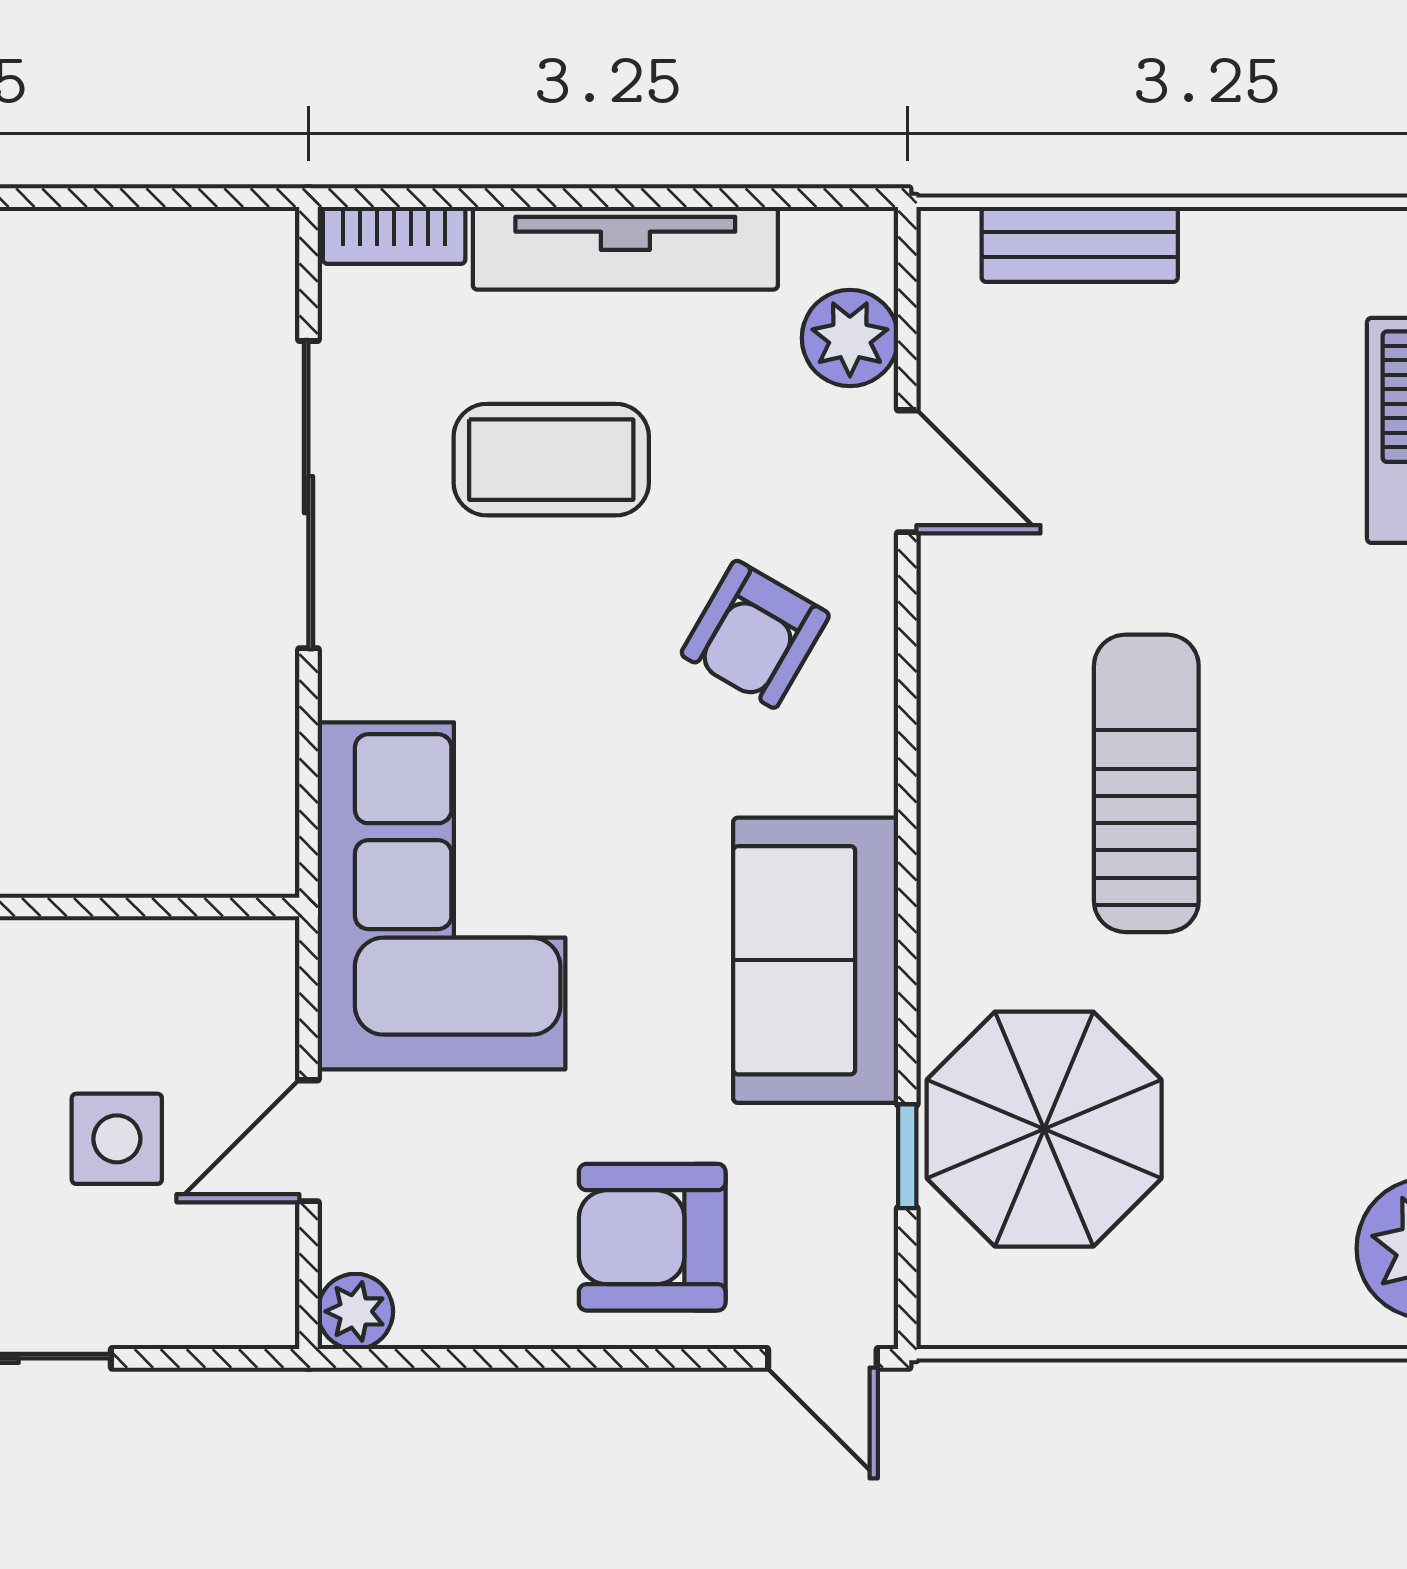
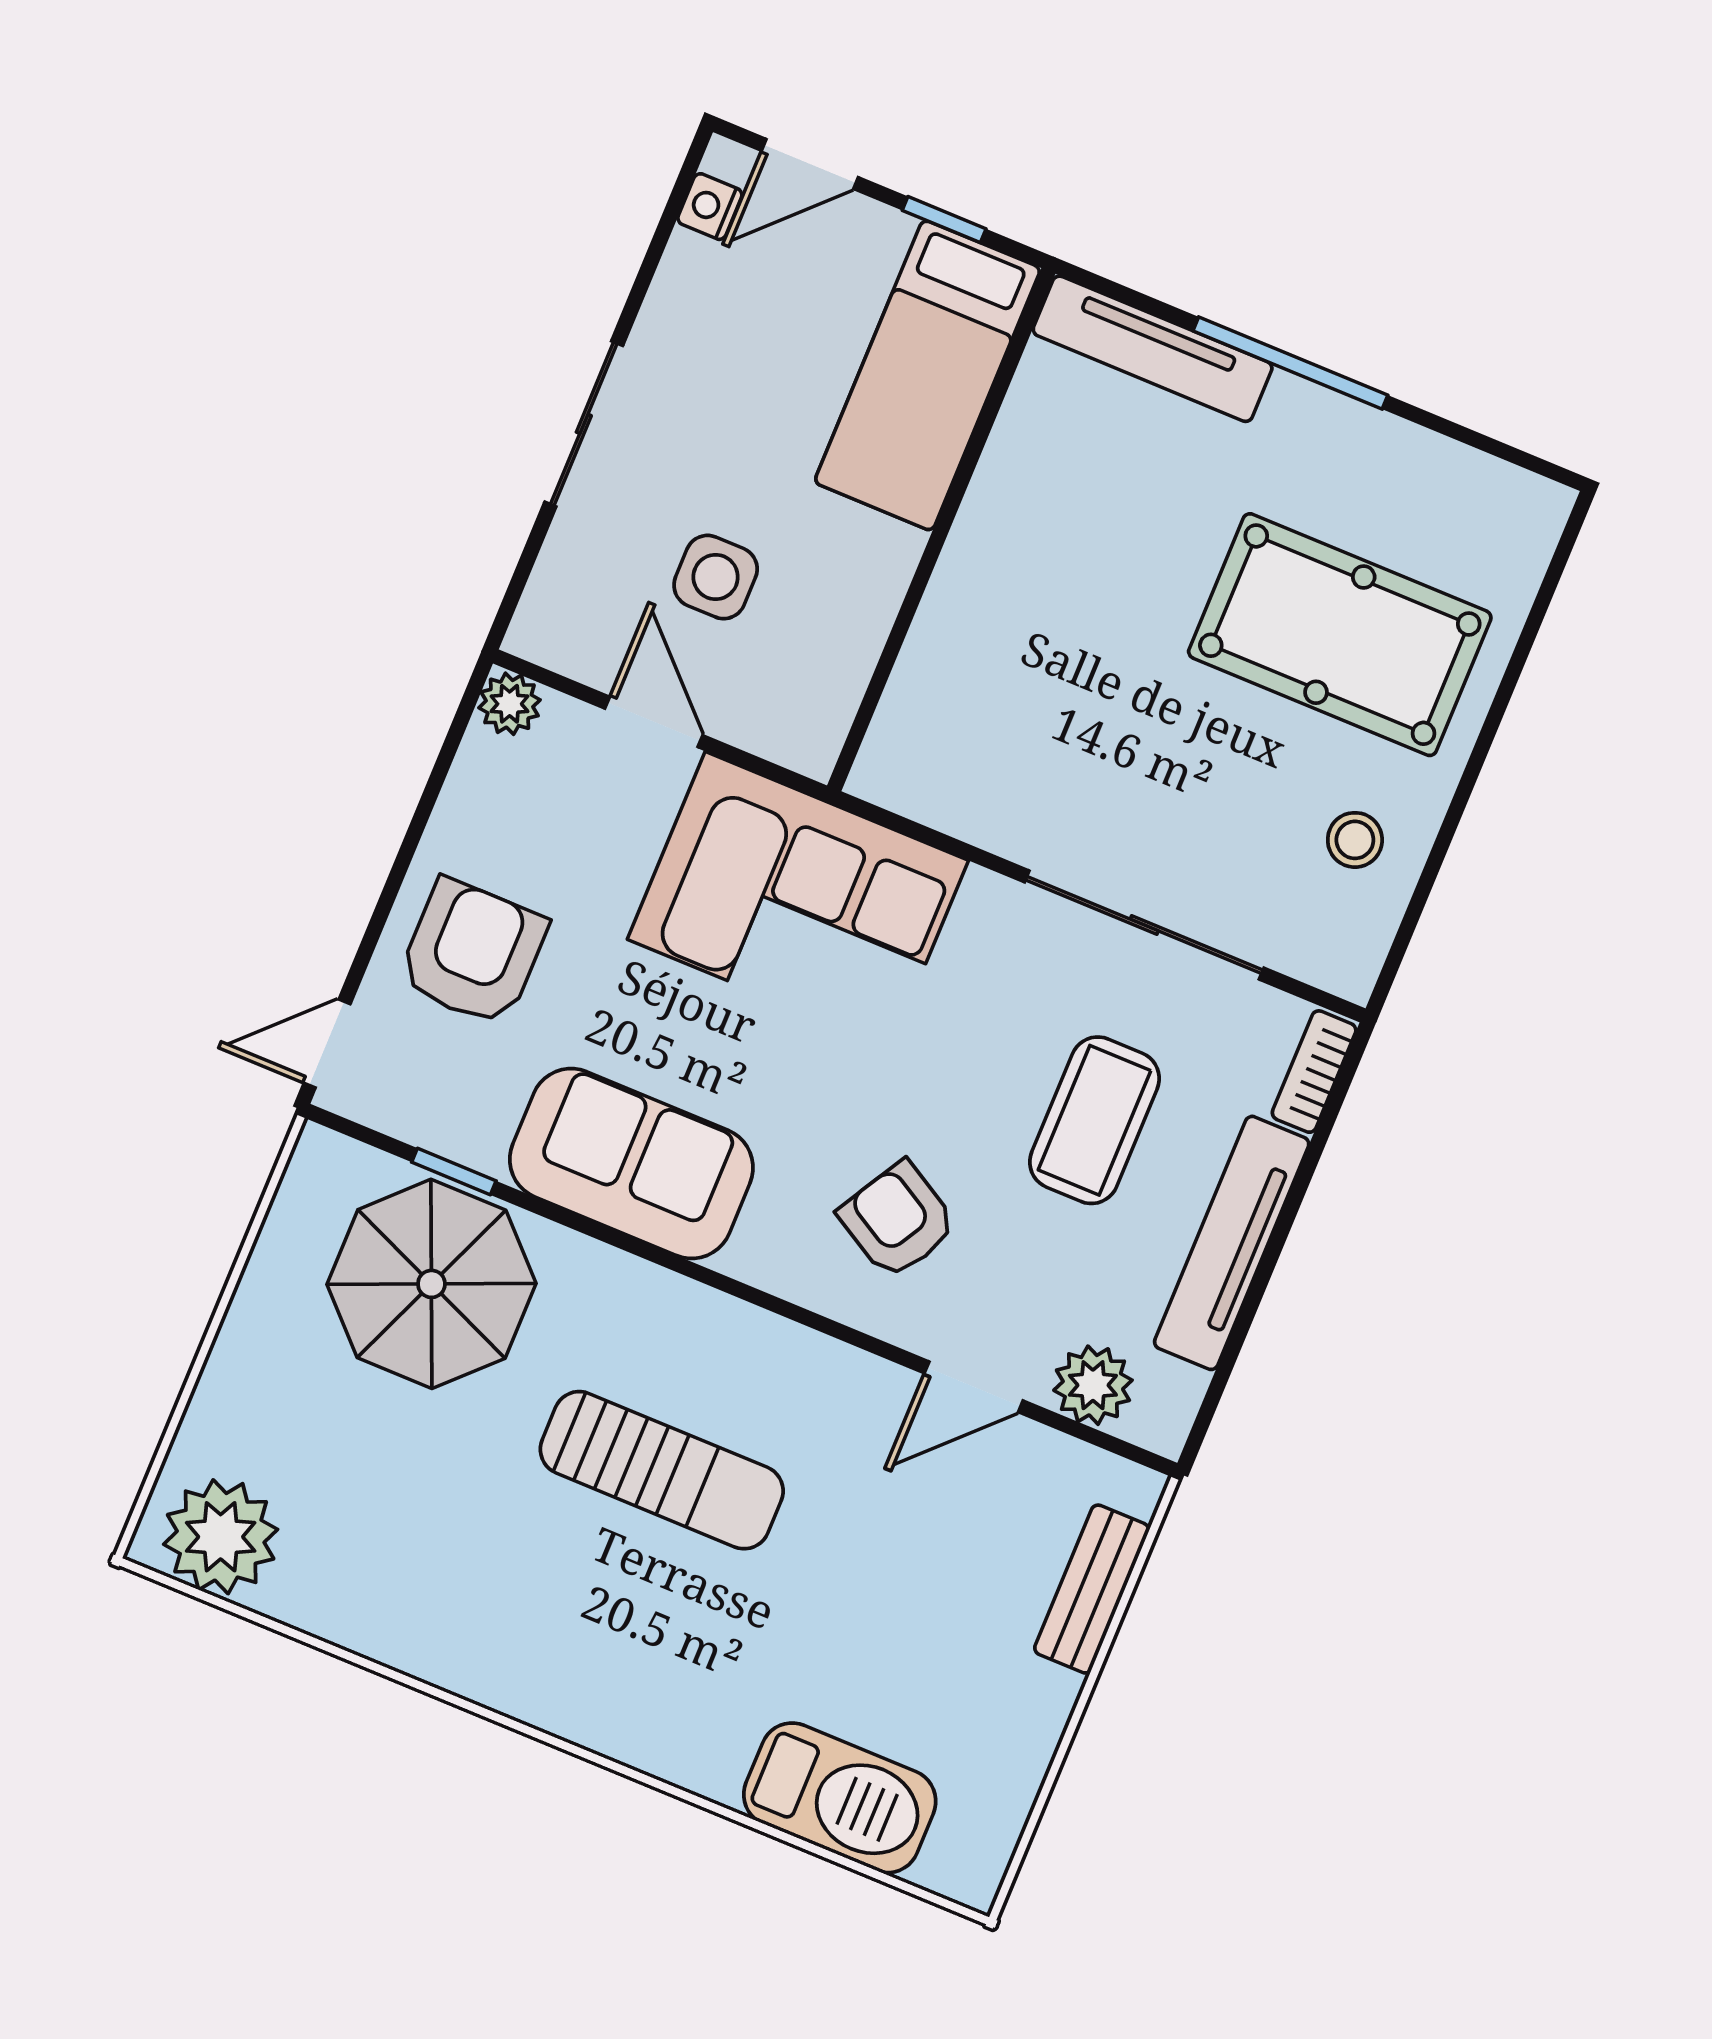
stool: (115, 297) -> (1355, 840), added

